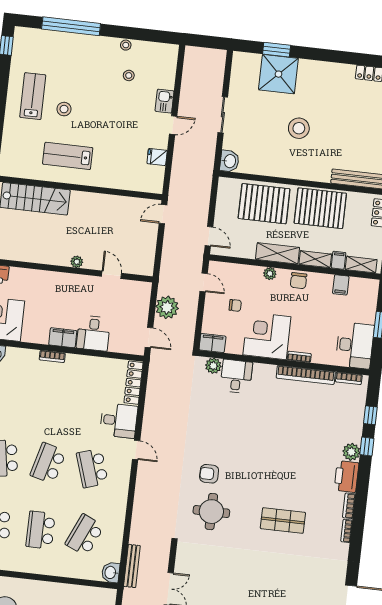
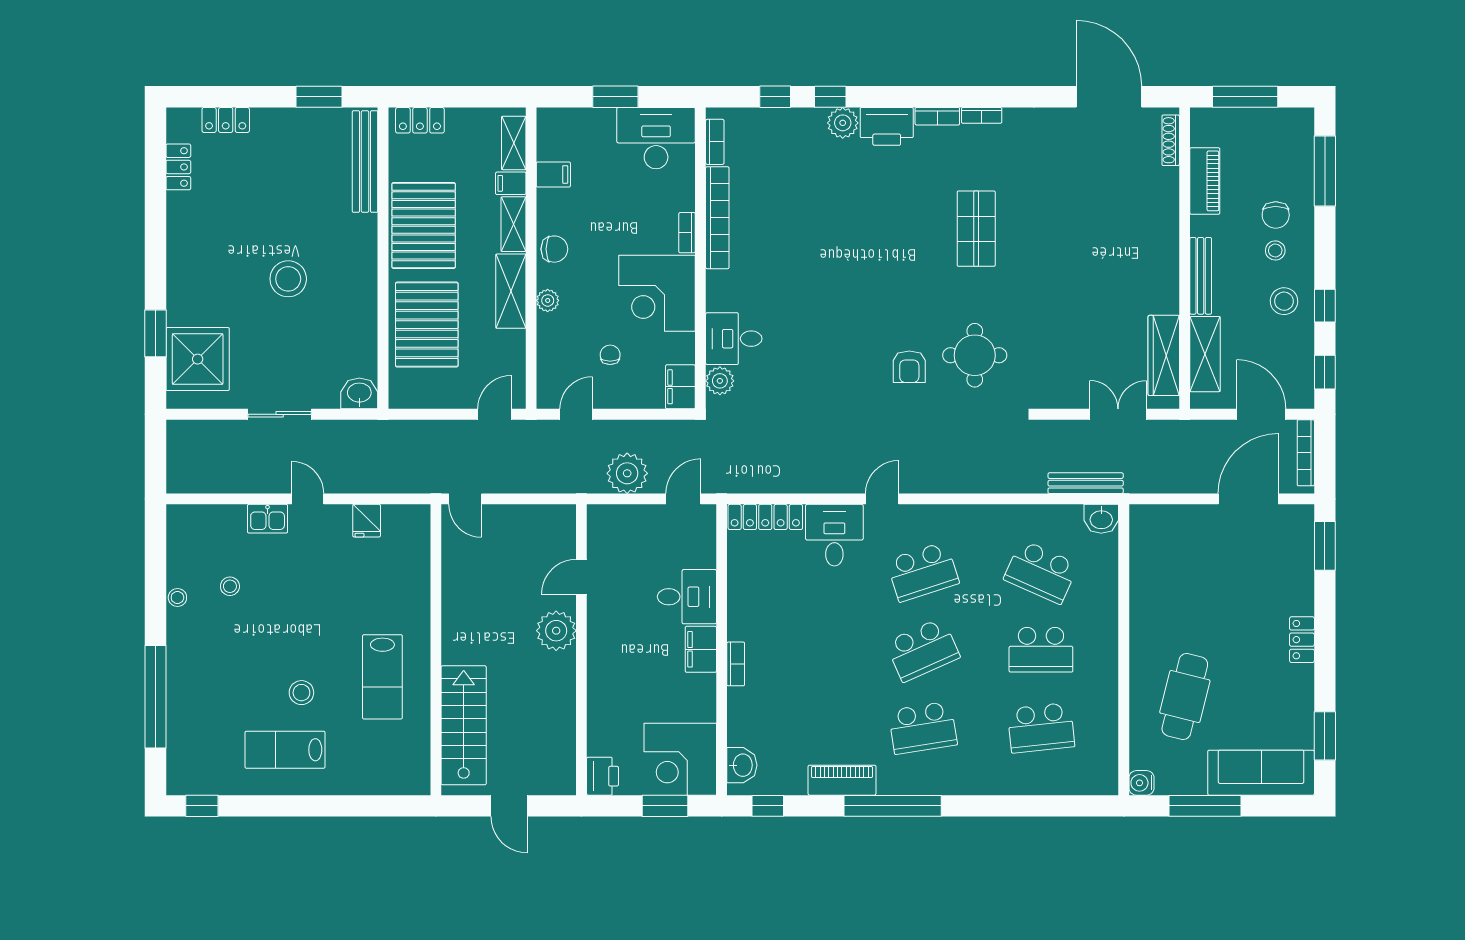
shower: (278, 74) -> (198, 359), moved
plant: (77, 262) -> (556, 631), width x1.87, depth x1.87
school desk: (48, 463) -> (923, 650), turned -39

